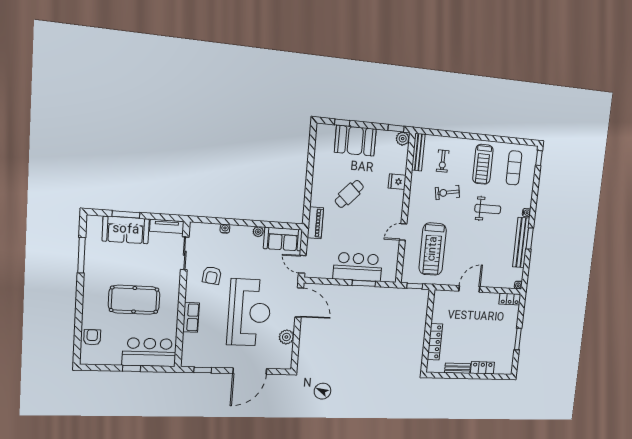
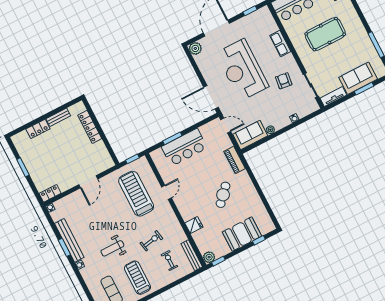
plant: (286, 337) -> (195, 48), moved

